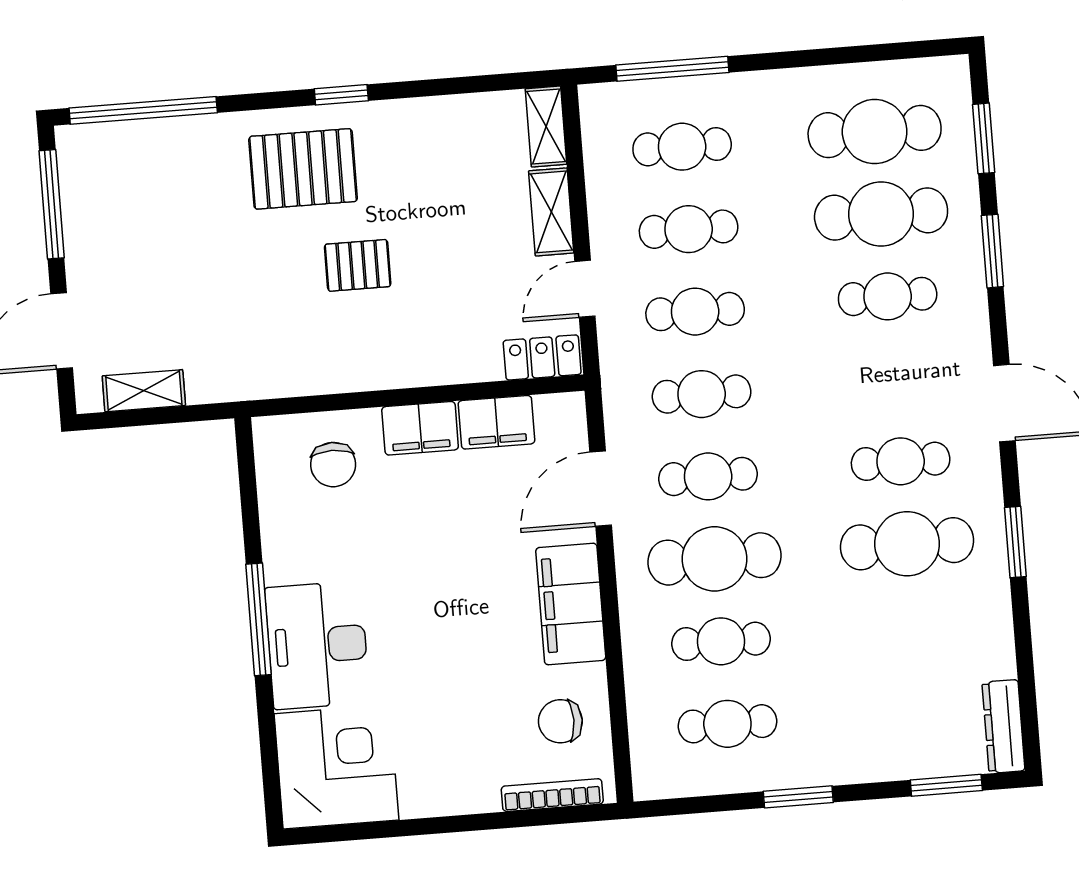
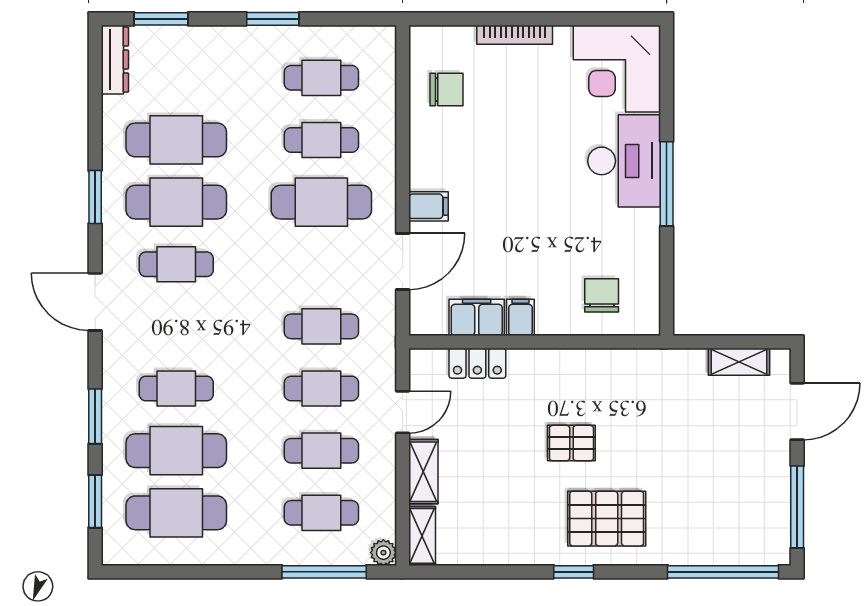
plant: (596, 100) -> (383, 553), added
locker: (542, 357) -> (477, 363), moved
filing cabinet: (420, 428) -> (520, 317), width x0.50
cafe table: (708, 476) -> (176, 140), moved, width x1.37, depth x1.35
filing cabinet: (571, 604) -> (428, 206), width x0.33, depth x0.86
bookcase: (552, 795) -> (515, 35), moved

